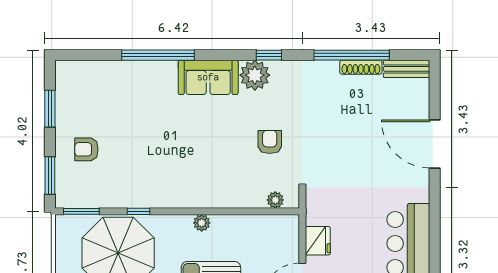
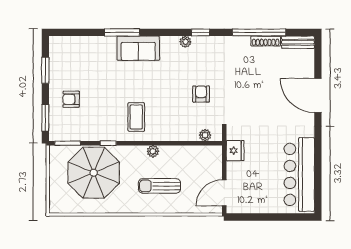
window: (158, 55) -> (122, 32), width x0.68
plant: (255, 75) -> (185, 42), width x0.53, depth x0.53
sofa: (208, 77) -> (138, 48), moved
coffee table: (178, 174) -> (136, 117), added
fridge: (318, 241) -> (235, 151), moved

